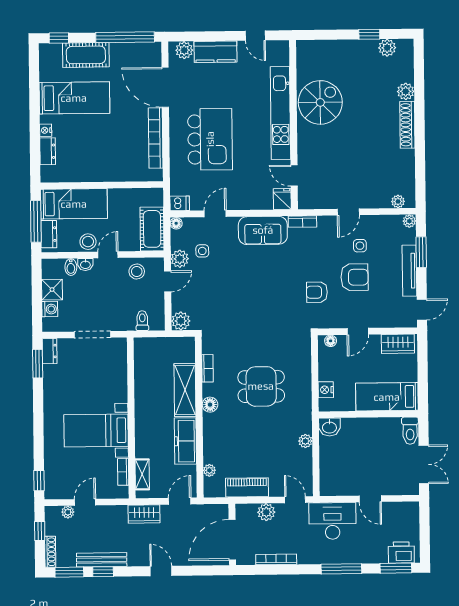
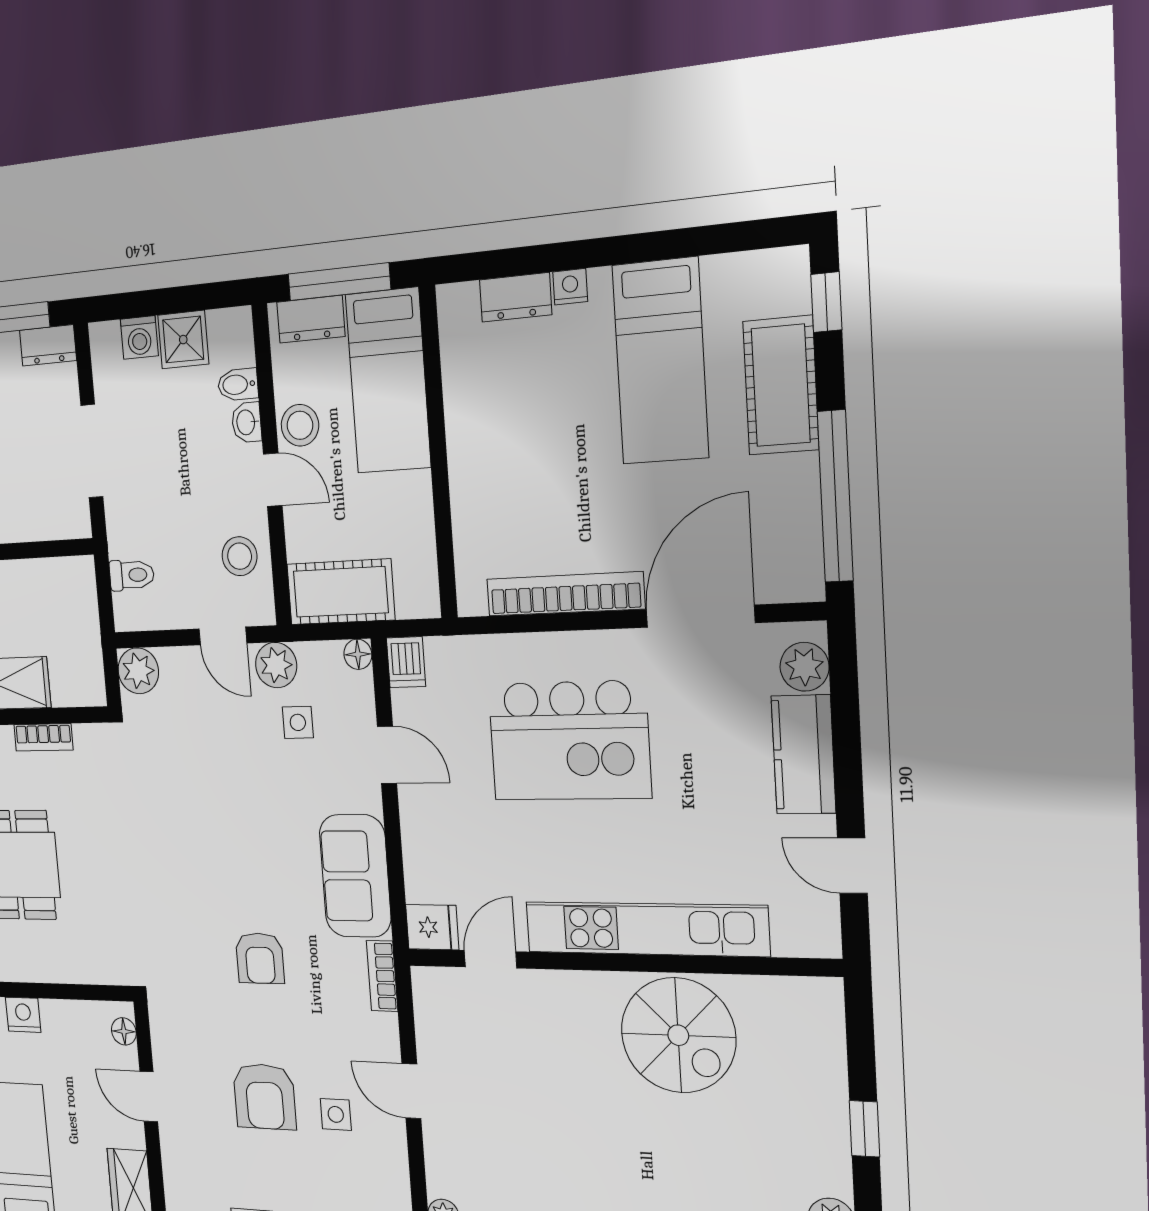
window: (369, 34) -> (864, 1129), moved
door: (255, 36) -> (852, 866), hinge flipped
armchair: (317, 292) -> (260, 958), moved, turned 180

